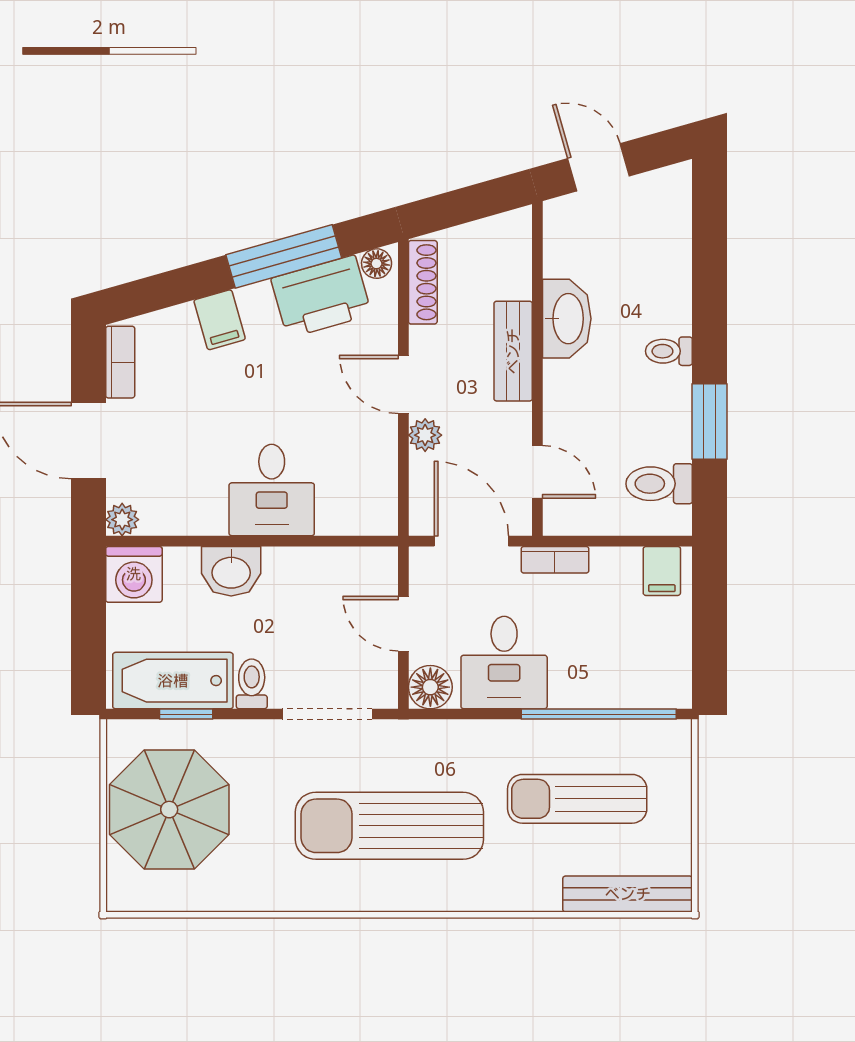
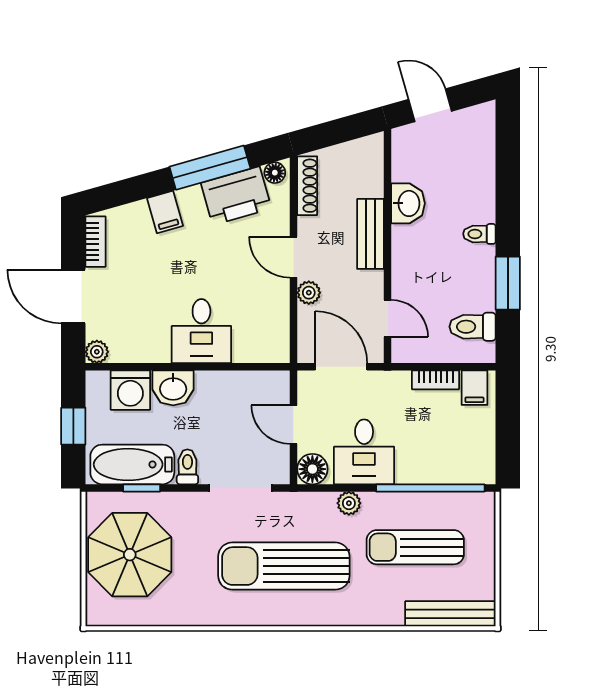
washbasin: (567, 319) -> (408, 203), width x0.72
bookcase: (555, 560) -> (436, 380), moved
washing machine: (134, 574) -> (130, 390), moved
window: (88, 626) -> (73, 426), added
plant: (482, 736) -> (349, 503), added

